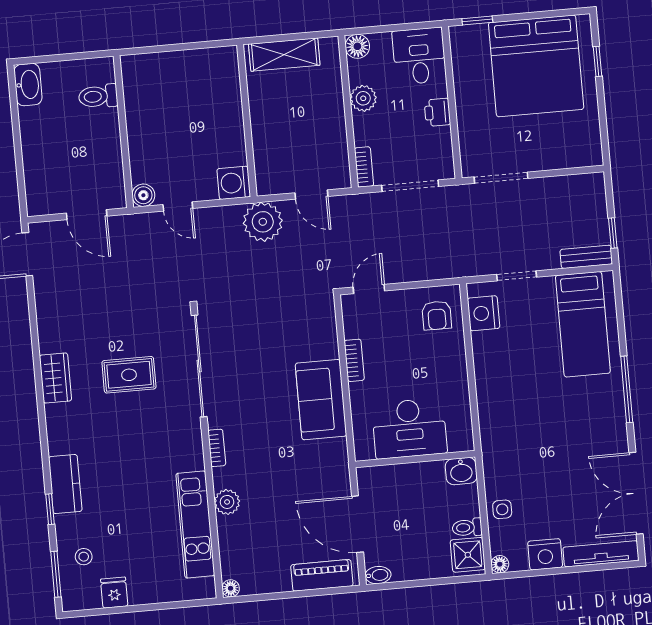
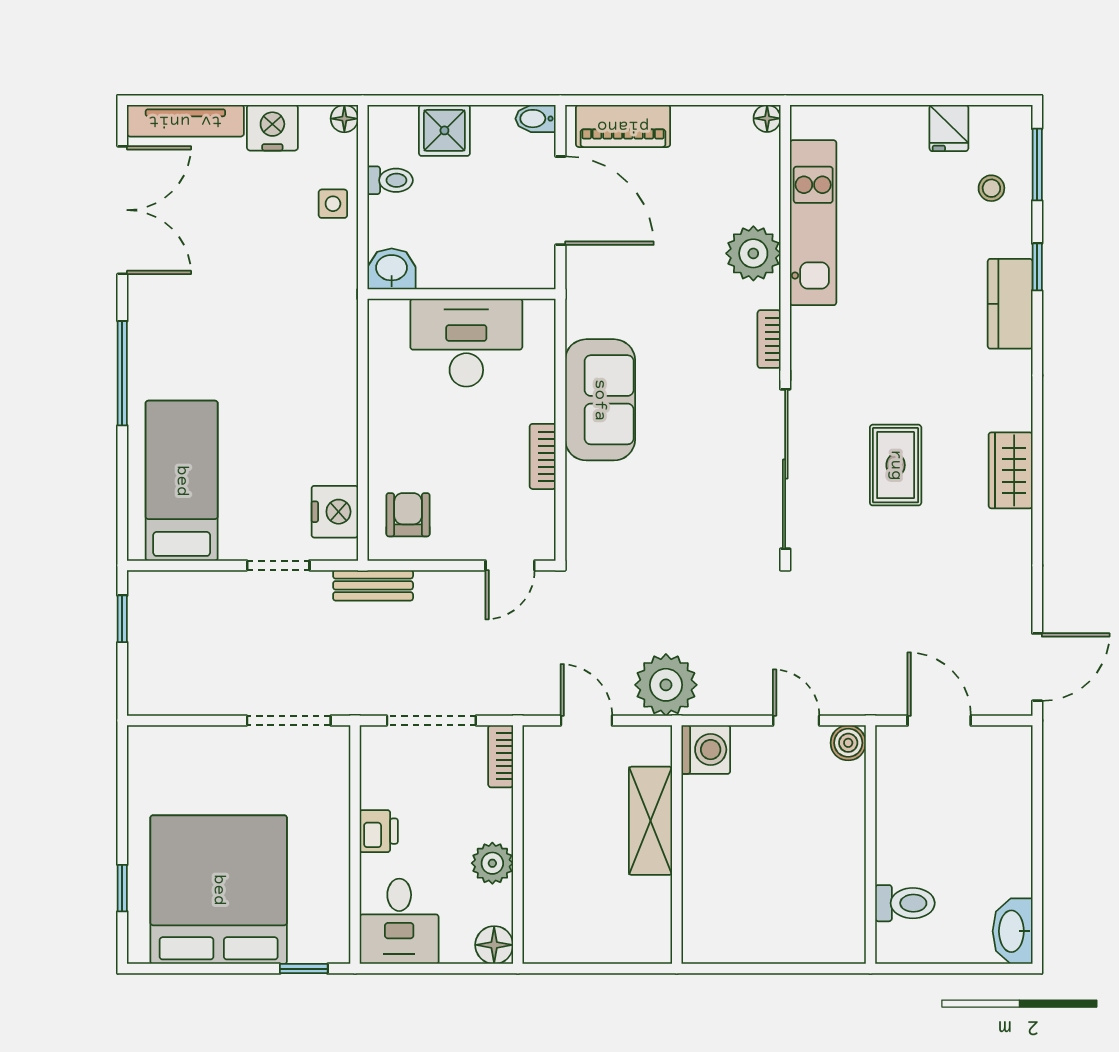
shelving: (284, 55) -> (650, 821), moved, turned 90
bench: (586, 257) -> (373, 585), moved
rug: (129, 375) -> (896, 465), turned 90
plant: (227, 502) -> (753, 253), width x1.36, depth x1.36
shower: (468, 555) -> (444, 130), moved

